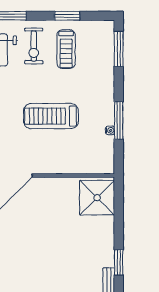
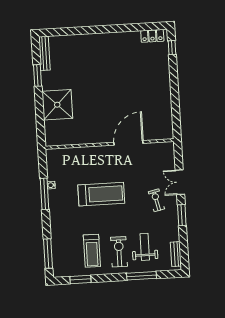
window: (67, 16) -> (80, 279), moved
treadmill: (66, 49) -> (92, 251), turned 180
shower: (97, 198) -> (57, 105), moved

